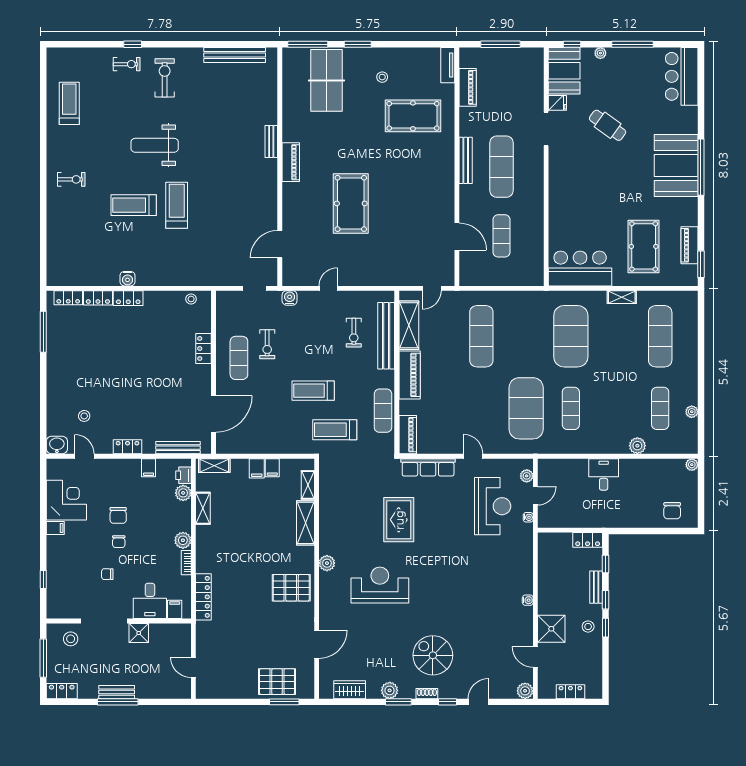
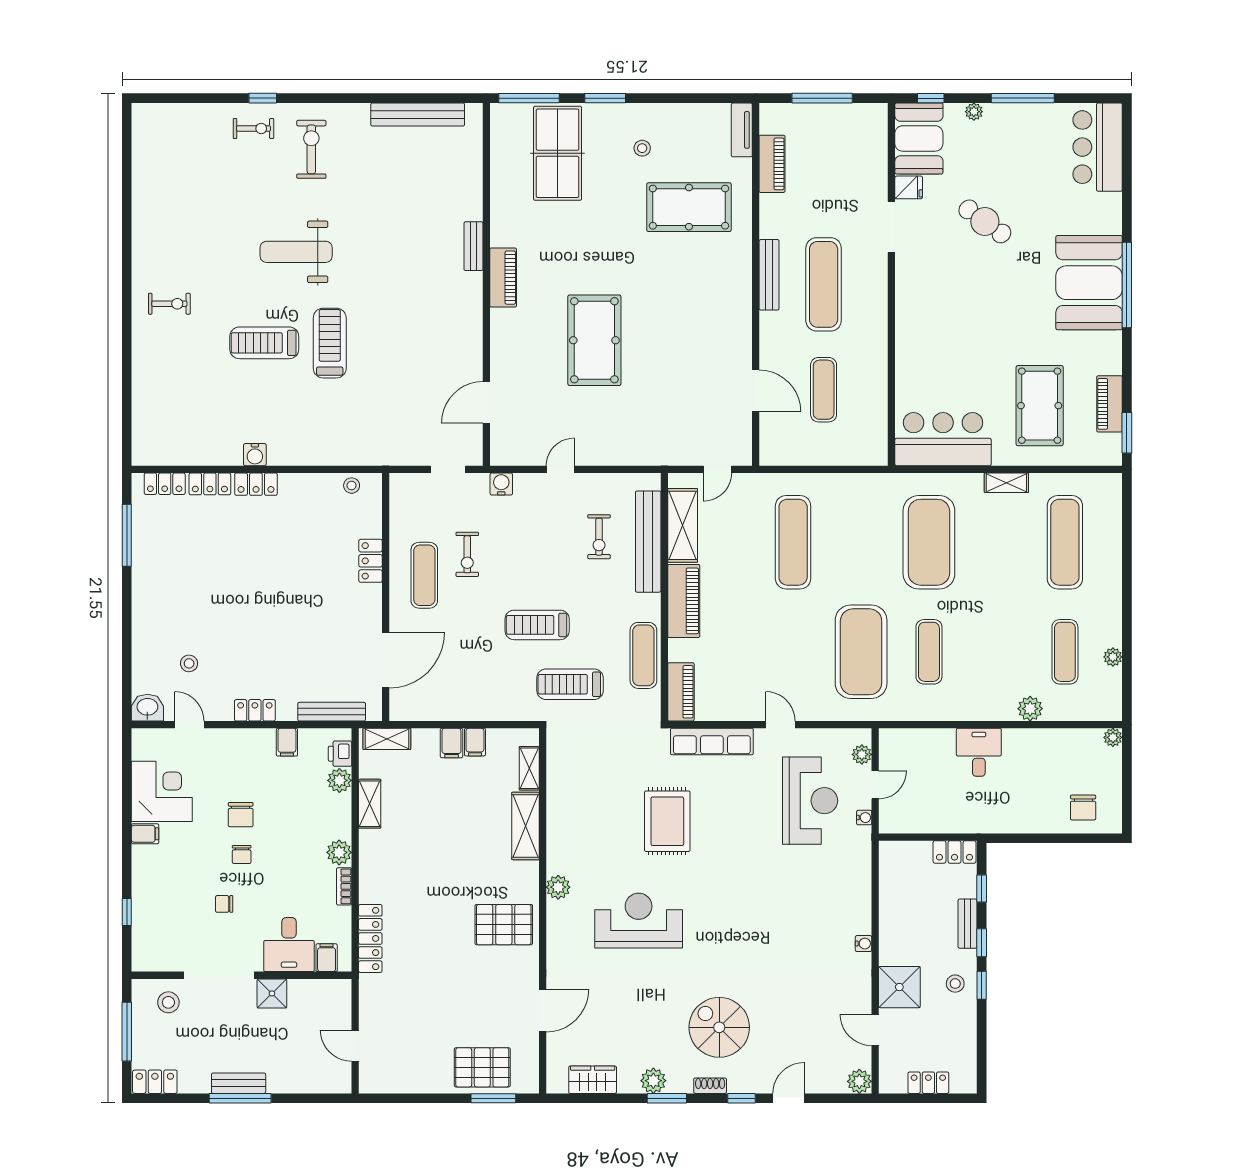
treadmill: (69, 103) -> (166, 188), removed

